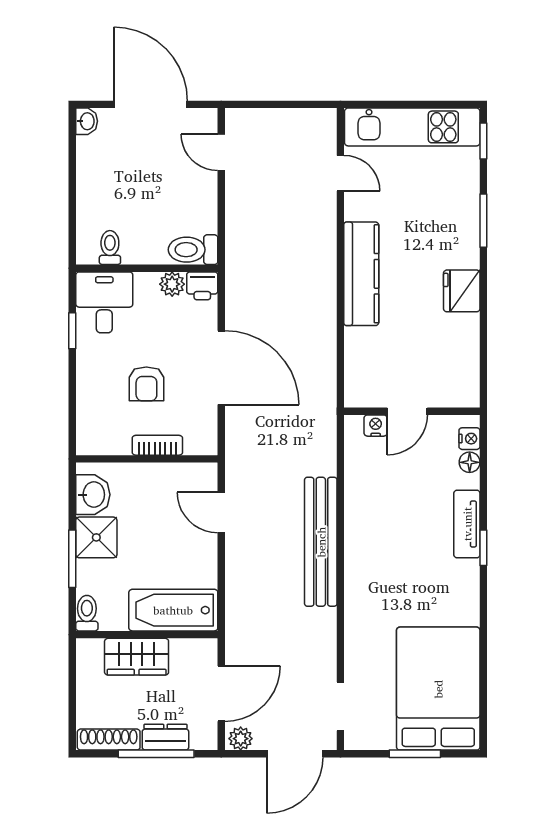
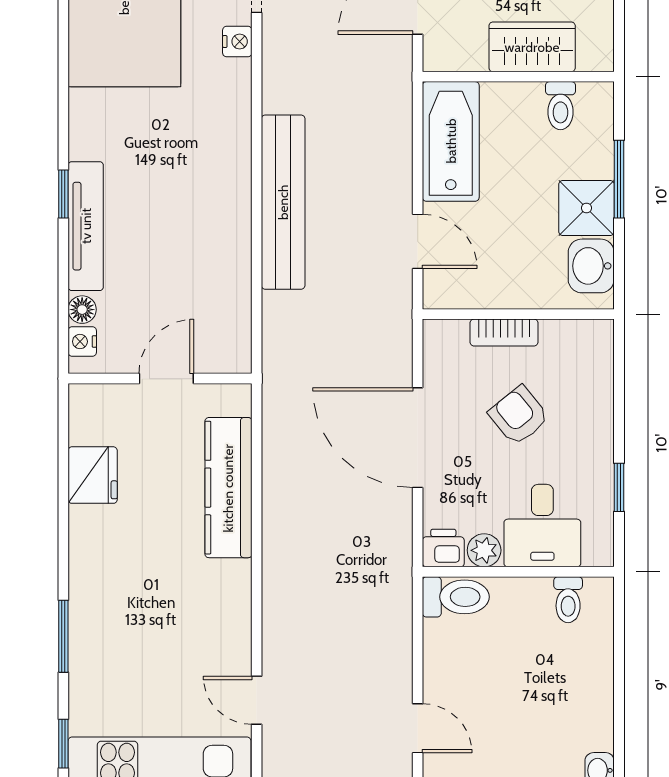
kitchen counter: (361, 274) -> (228, 488), moved
fridge: (462, 291) -> (93, 475), moved
desk: (104, 302) -> (542, 526), moved
armchair: (146, 384) -> (519, 415), turned -39
nightstand: (376, 426) -> (237, 42), moved, turned -90
tv unit: (467, 524) -> (86, 226), width x1.41
bathtub: (173, 610) -> (451, 141), moved, turned -90
toilet: (87, 613) -> (560, 106), moved

